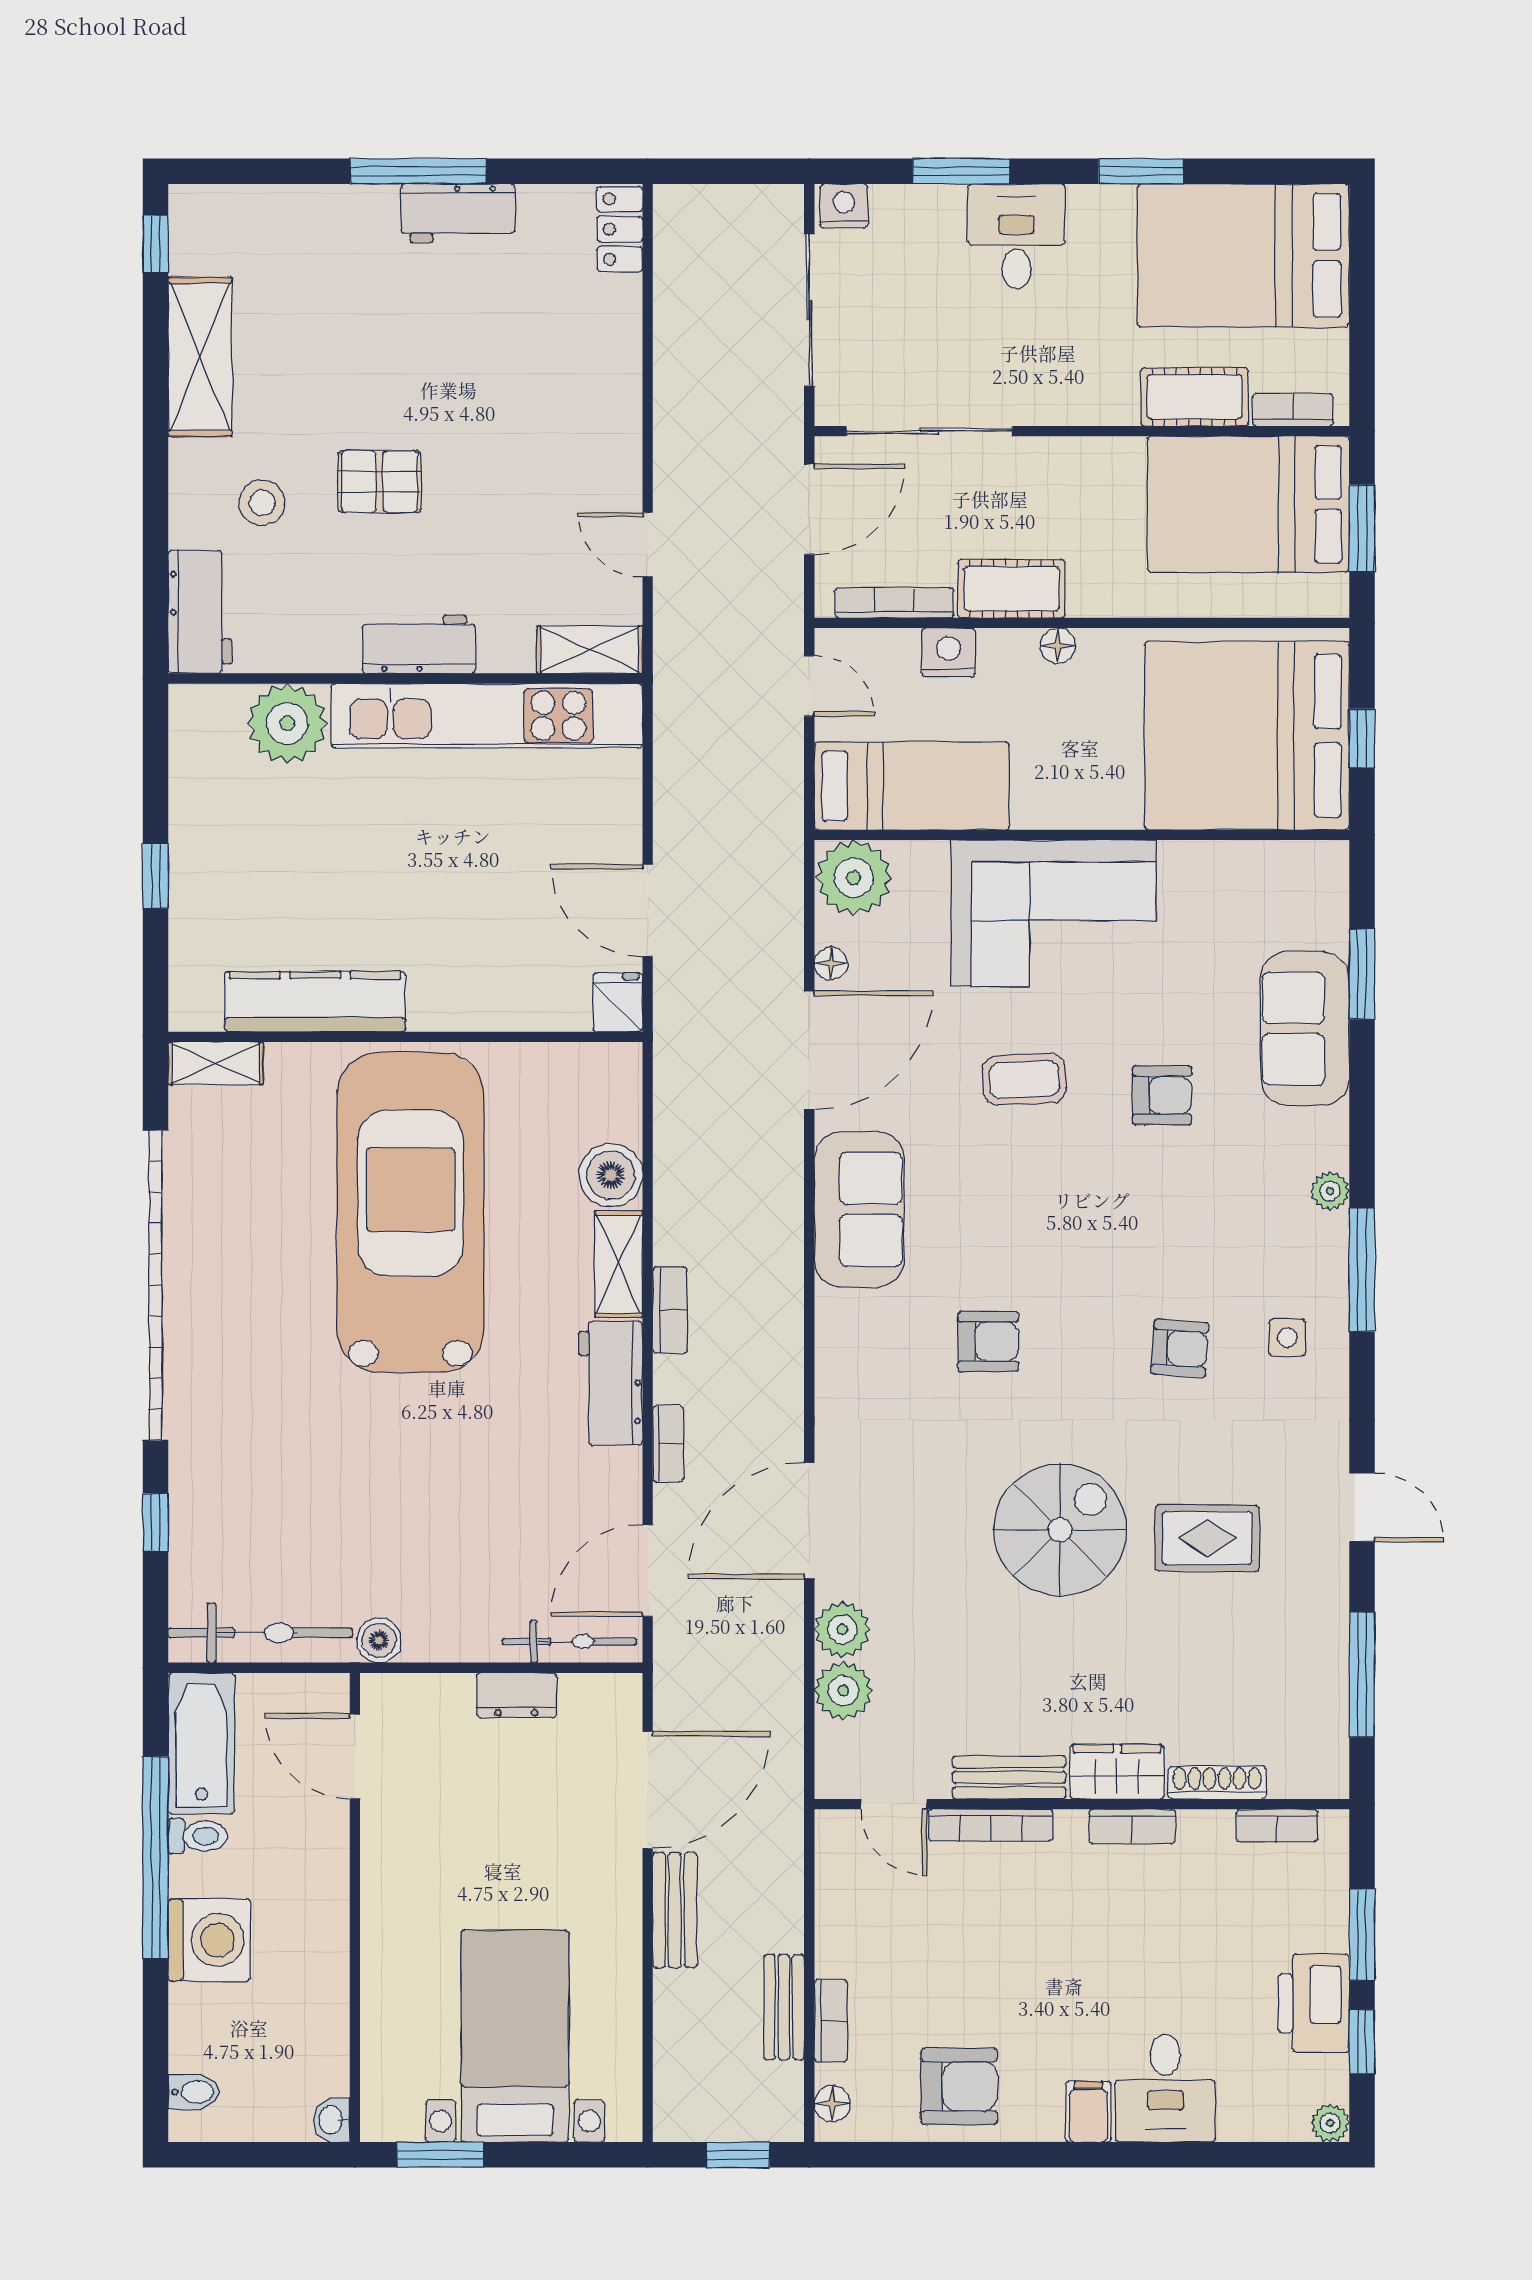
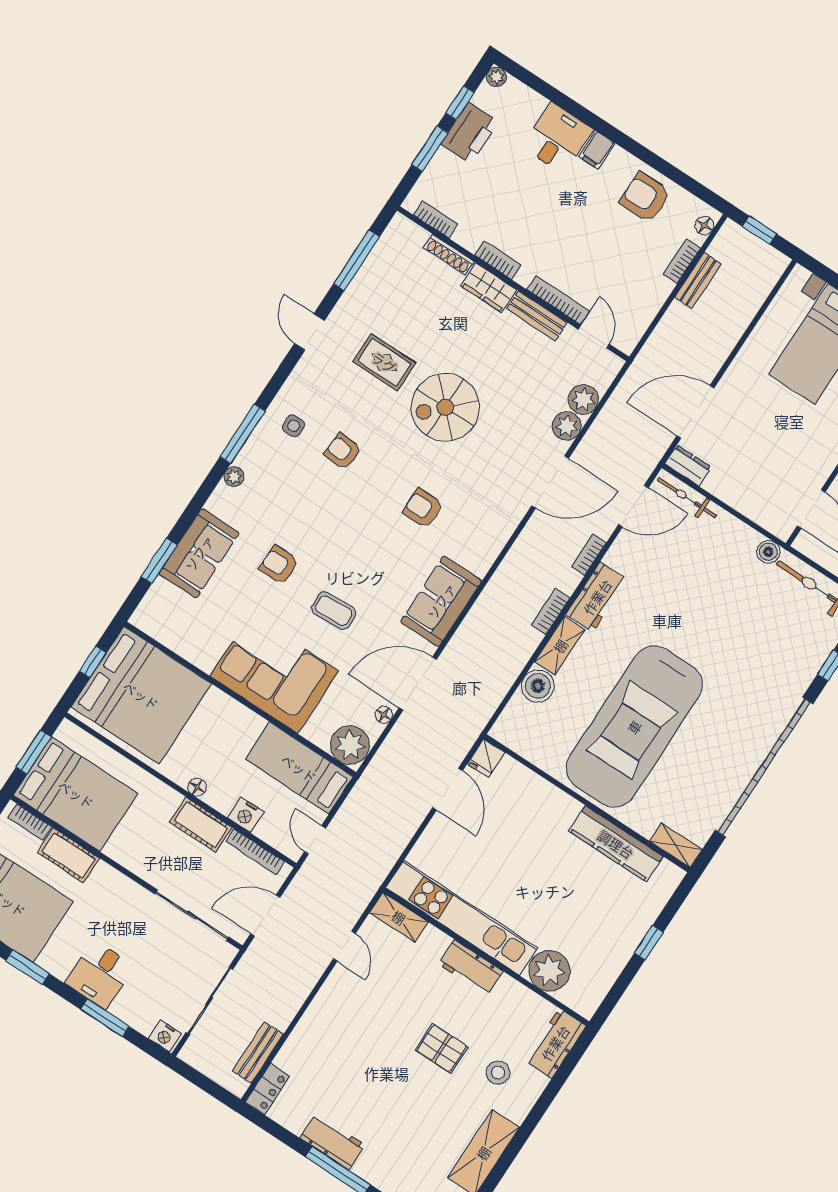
dresser: (516, 1695) -> (688, 465), moved
bench: (675, 1910) -> (258, 1052), moved

